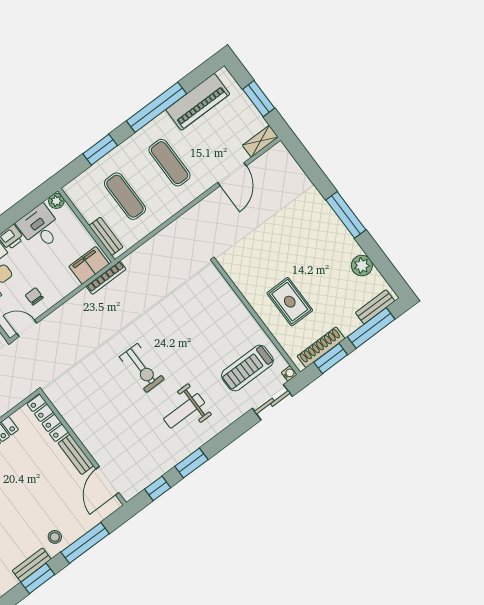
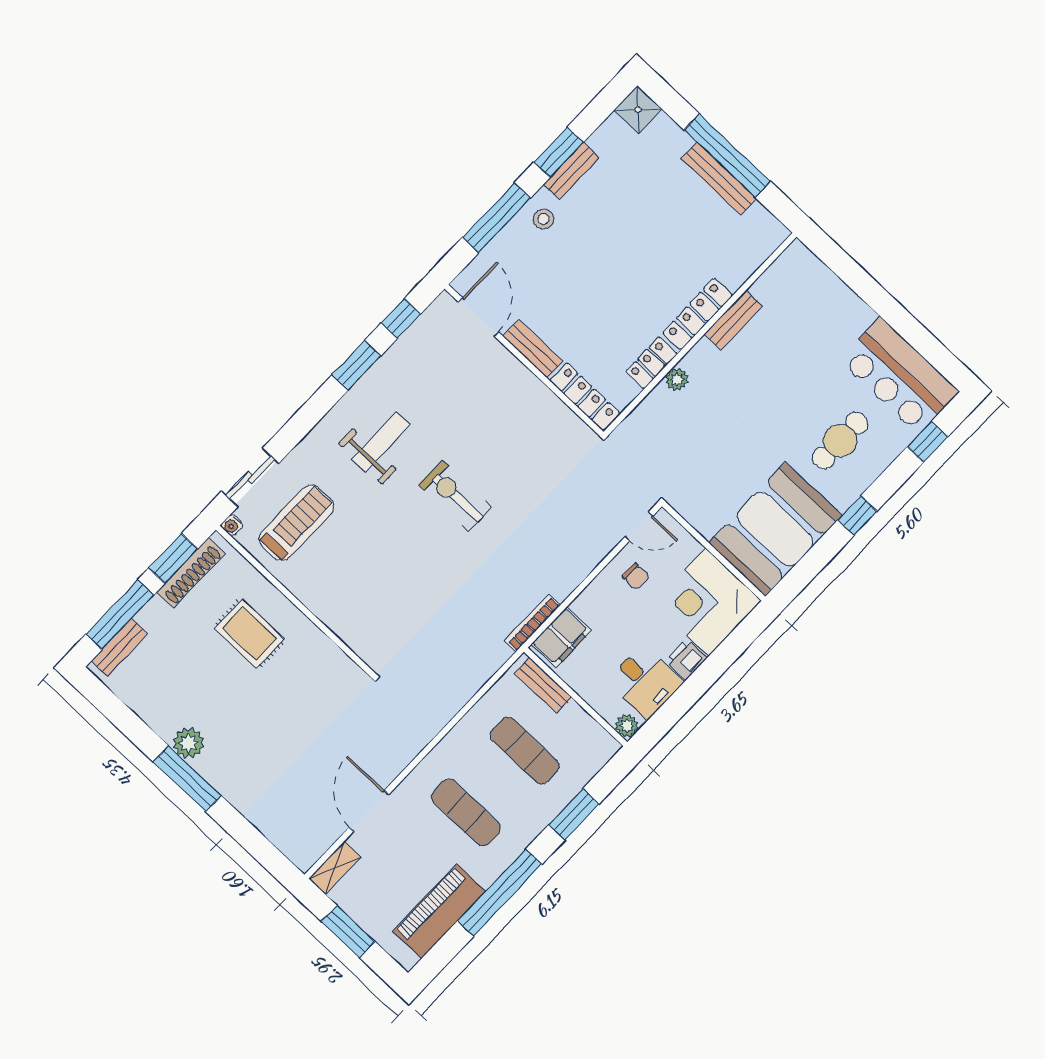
plant: (362, 266) -> (189, 743), moved

